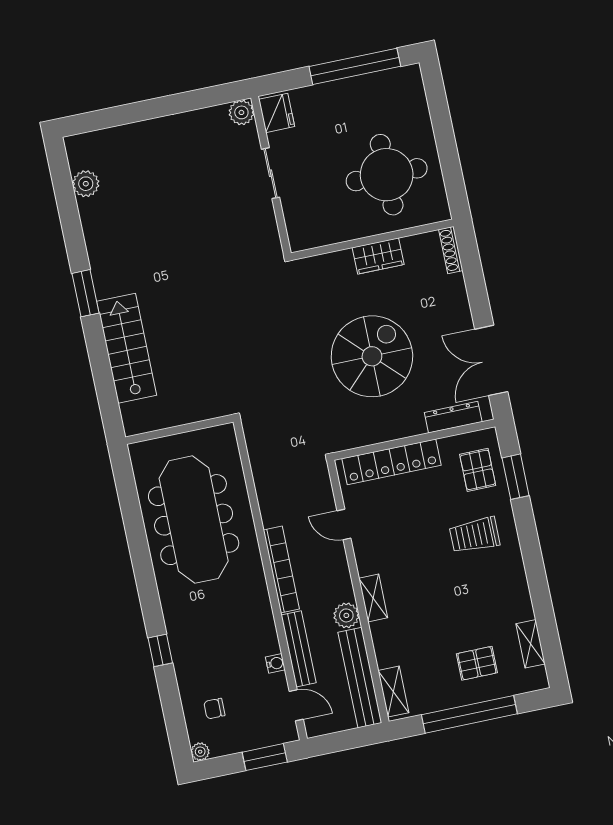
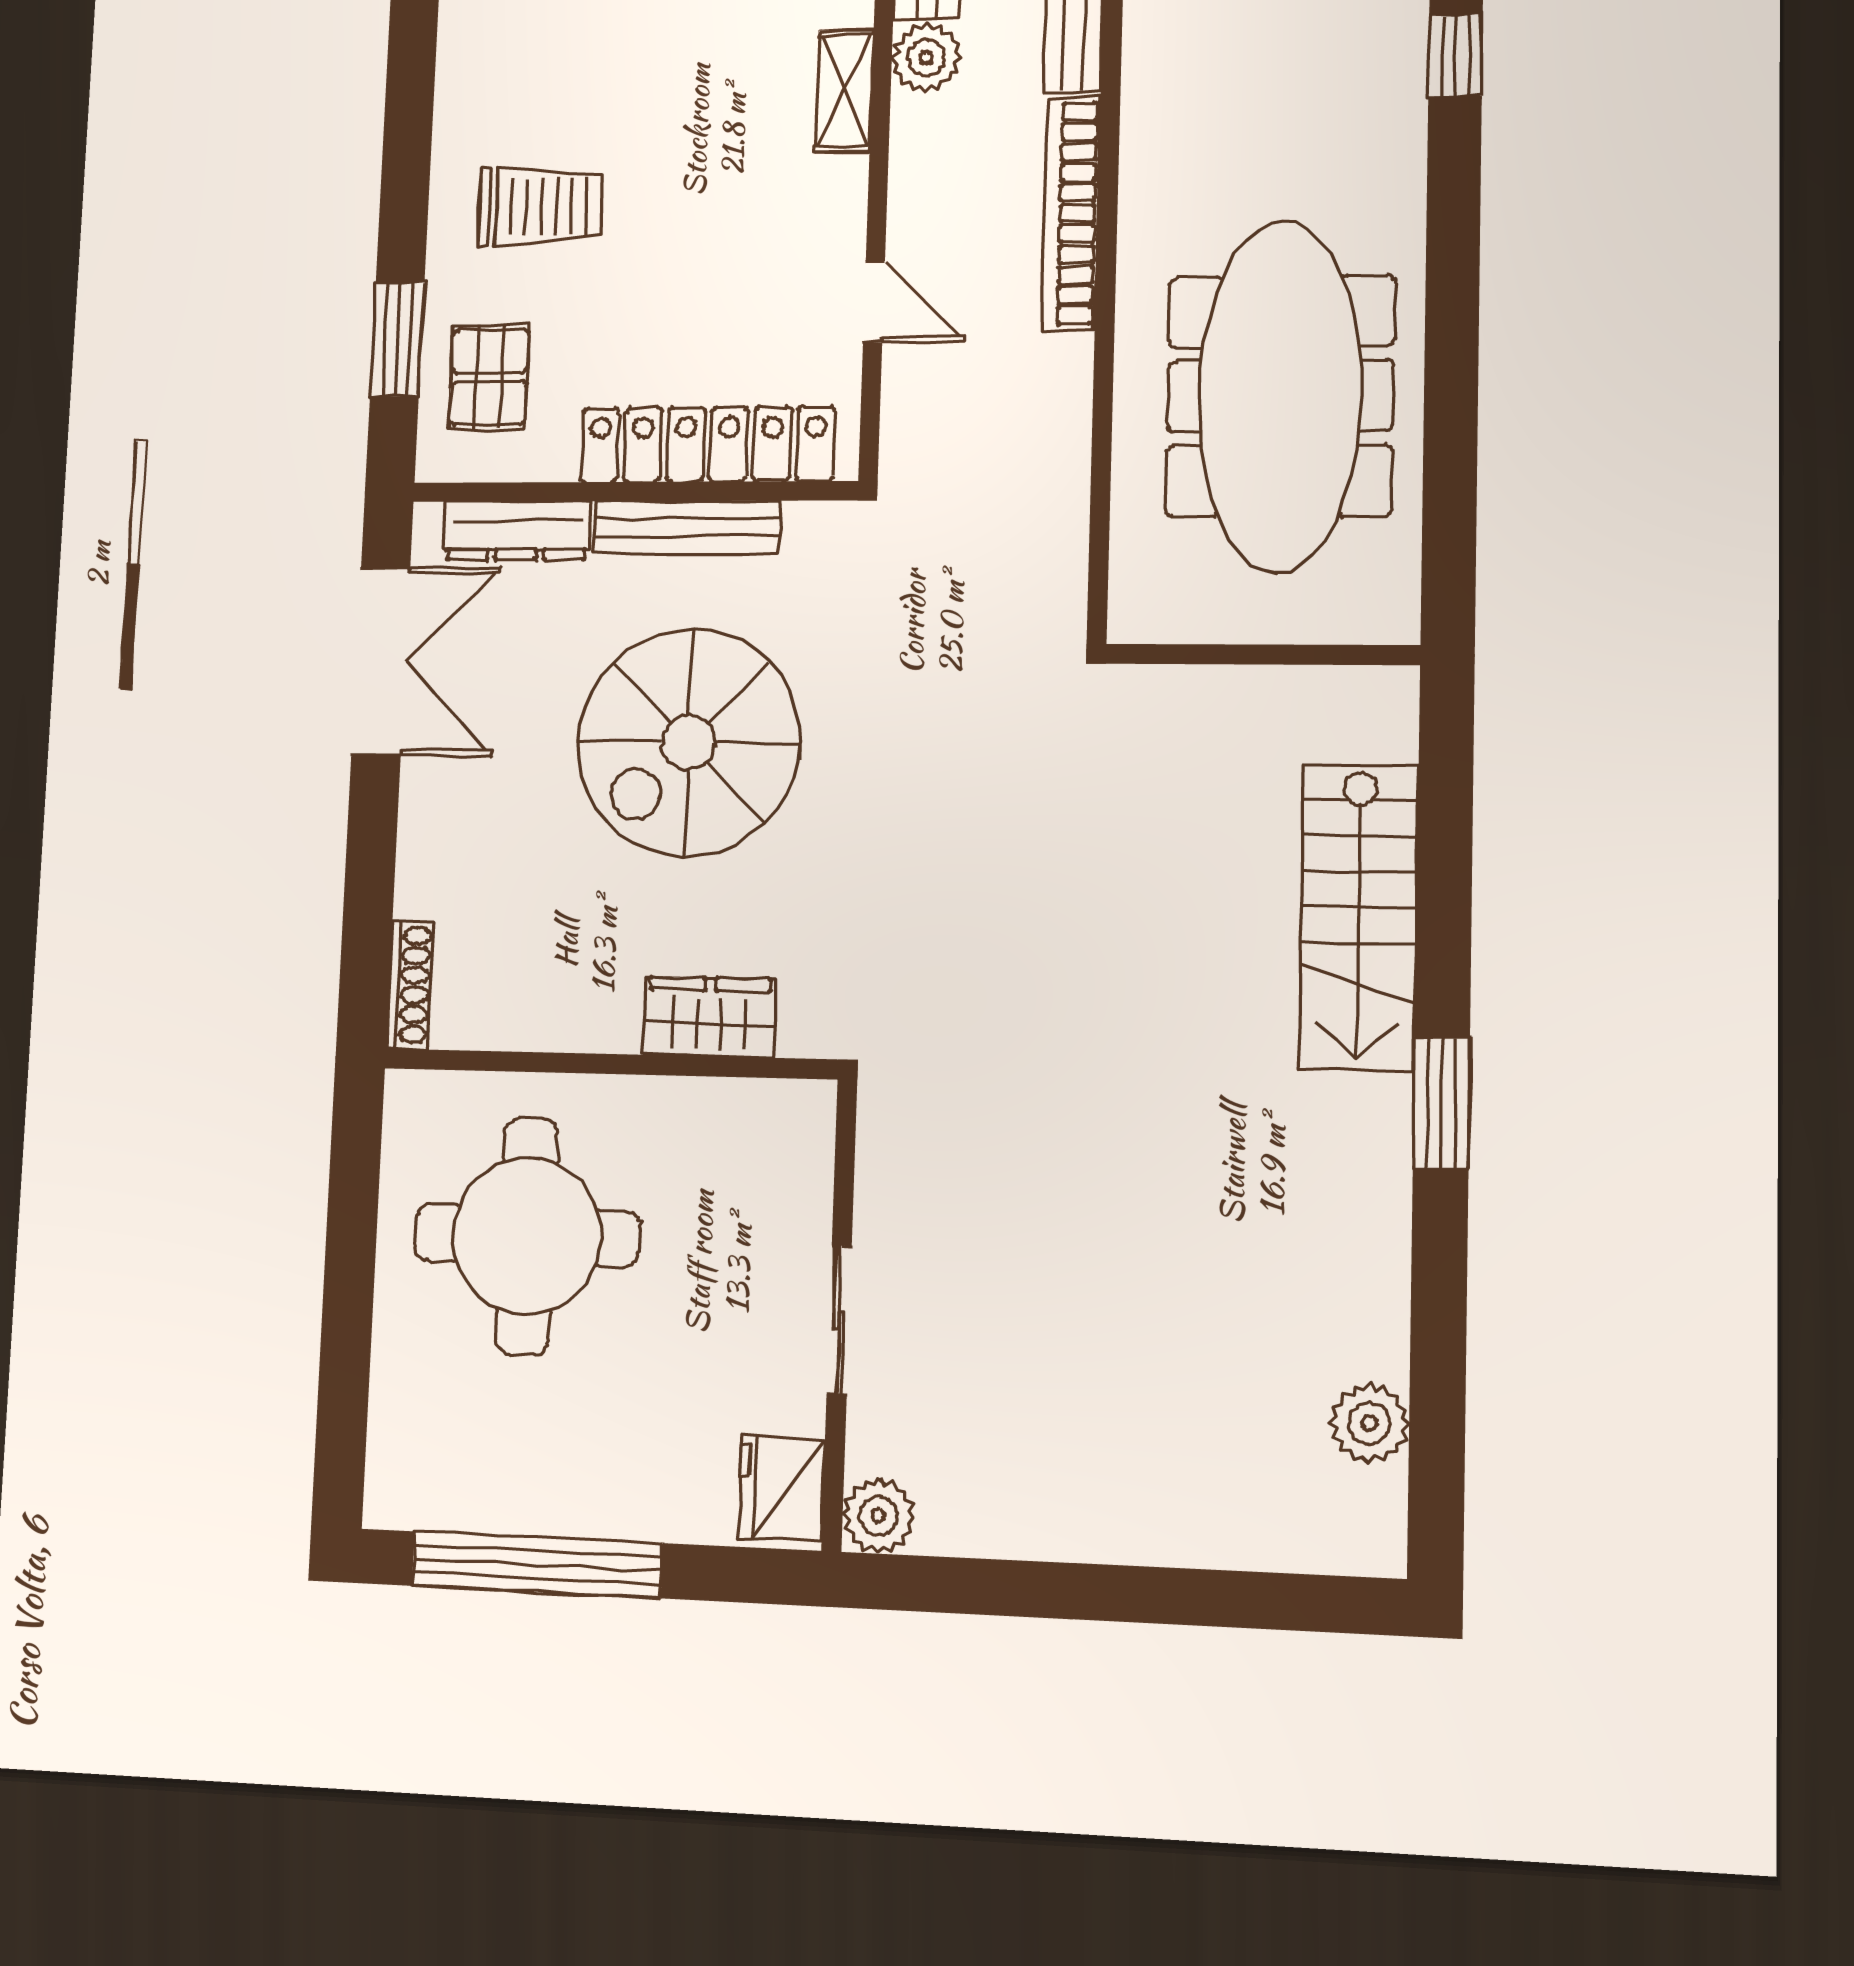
wardrobe: (378, 256) -> (709, 1017), moved
bench: (392, 431) -> (687, 527), added

